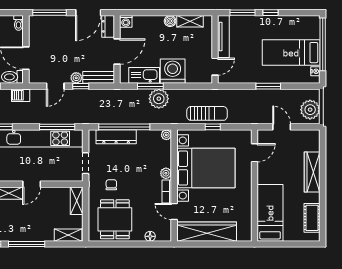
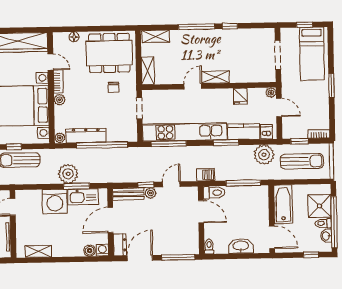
boiler: (170, 21) -> (90, 251), moved
dresser: (116, 137) -> (86, 136), moved
dining table: (115, 219) -> (109, 53), width x1.37

